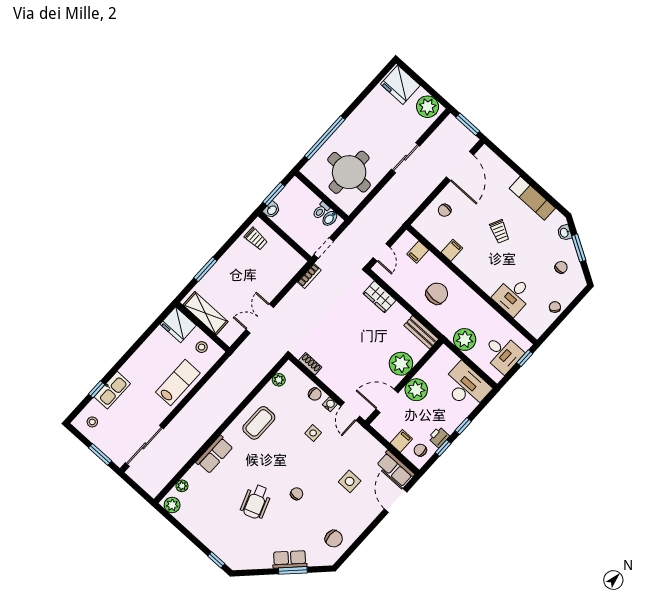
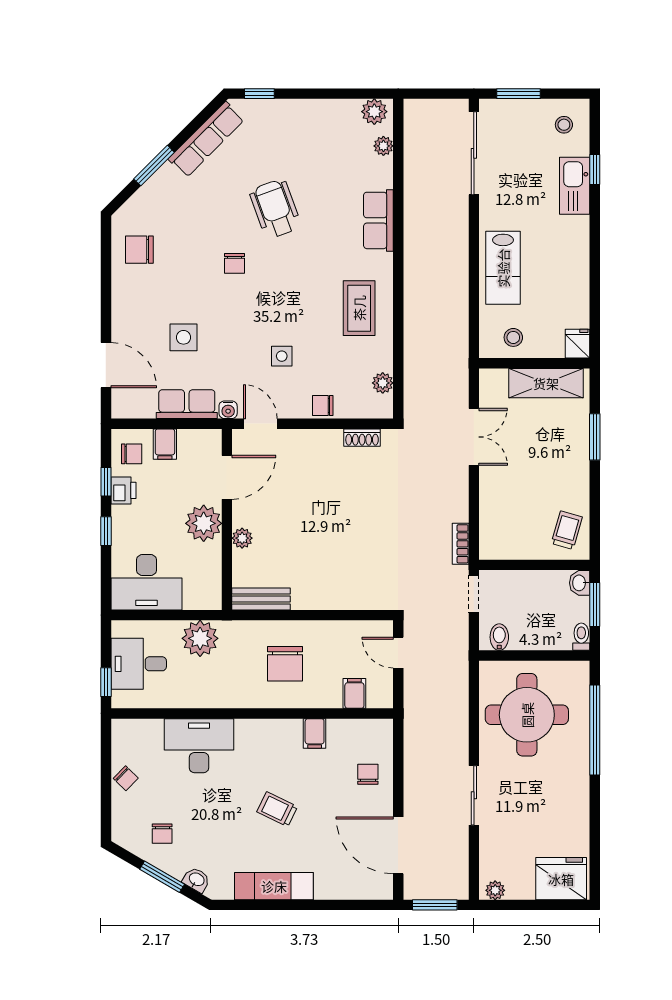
plant: (428, 107) -> (495, 890), width x0.53, depth x0.53
toilet: (321, 211) -> (581, 637), moved
trolley: (256, 239) -> (567, 530), turned 106
desk: (513, 296) -> (199, 746), width x1.37
wardrobe: (379, 297) -> (351, 596), removed
fridge: (178, 325) -> (578, 344), width x0.53, depth x0.75
plant: (401, 364) -> (242, 538), width x0.53, depth x0.53
water cooler: (330, 404) -> (228, 410), moved
row of seats: (396, 469) -> (187, 404), moved
row of seats: (290, 559) -> (206, 139), moved, width x1.48

